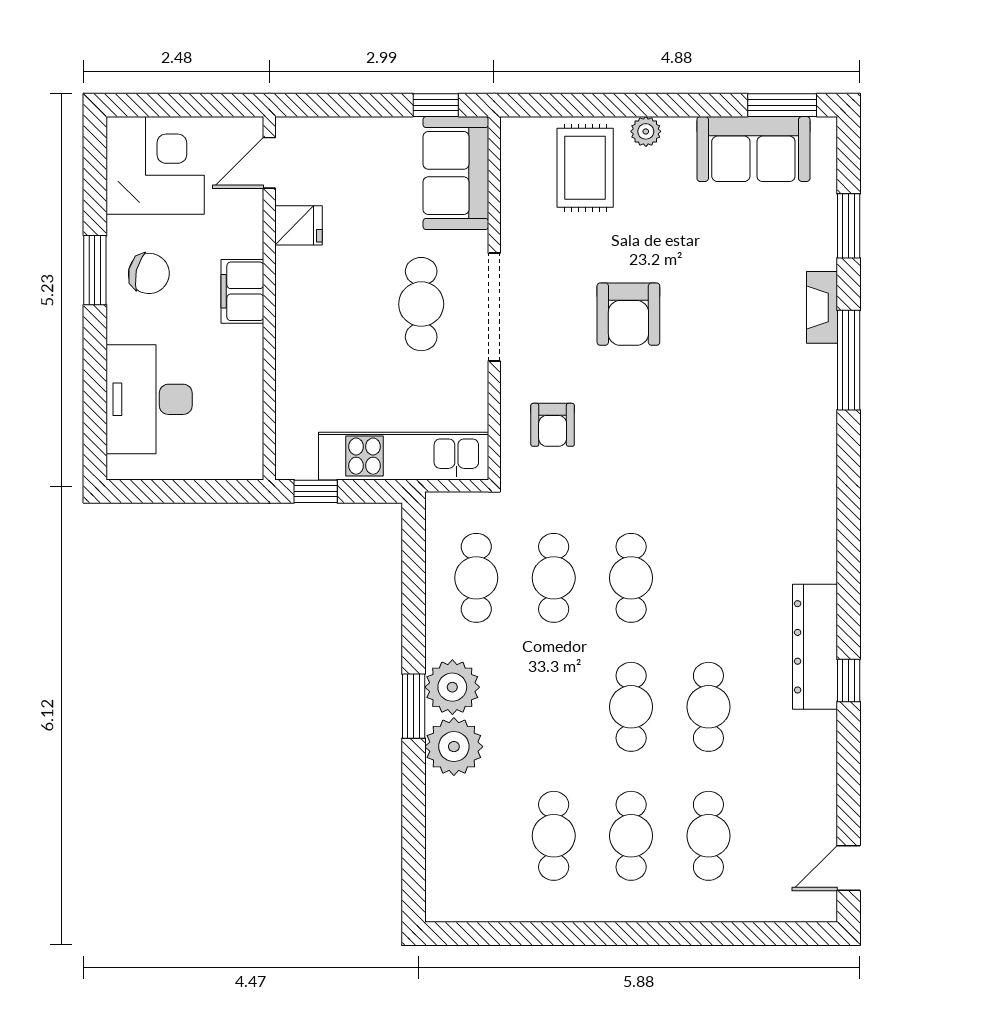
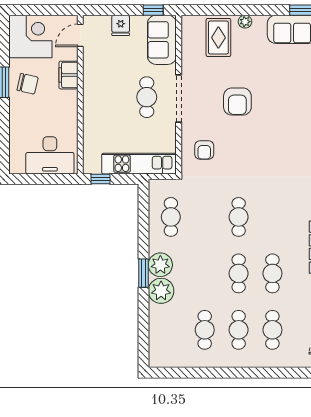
fridge: (299, 225) -> (121, 25), moved, turned 90
filing cabinet: (242, 291) -> (68, 75), moved
desk: (149, 399) -> (50, 155), moved, turned -90
cafe table: (554, 578) -> (205, 217), removed

